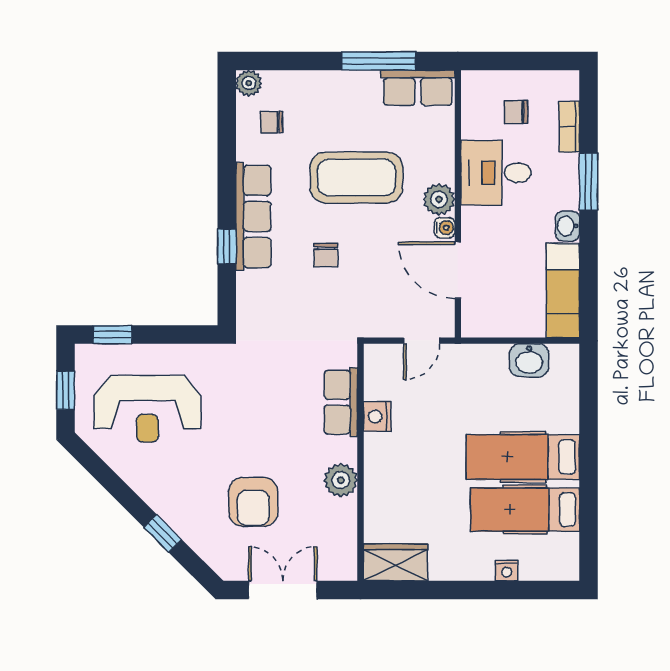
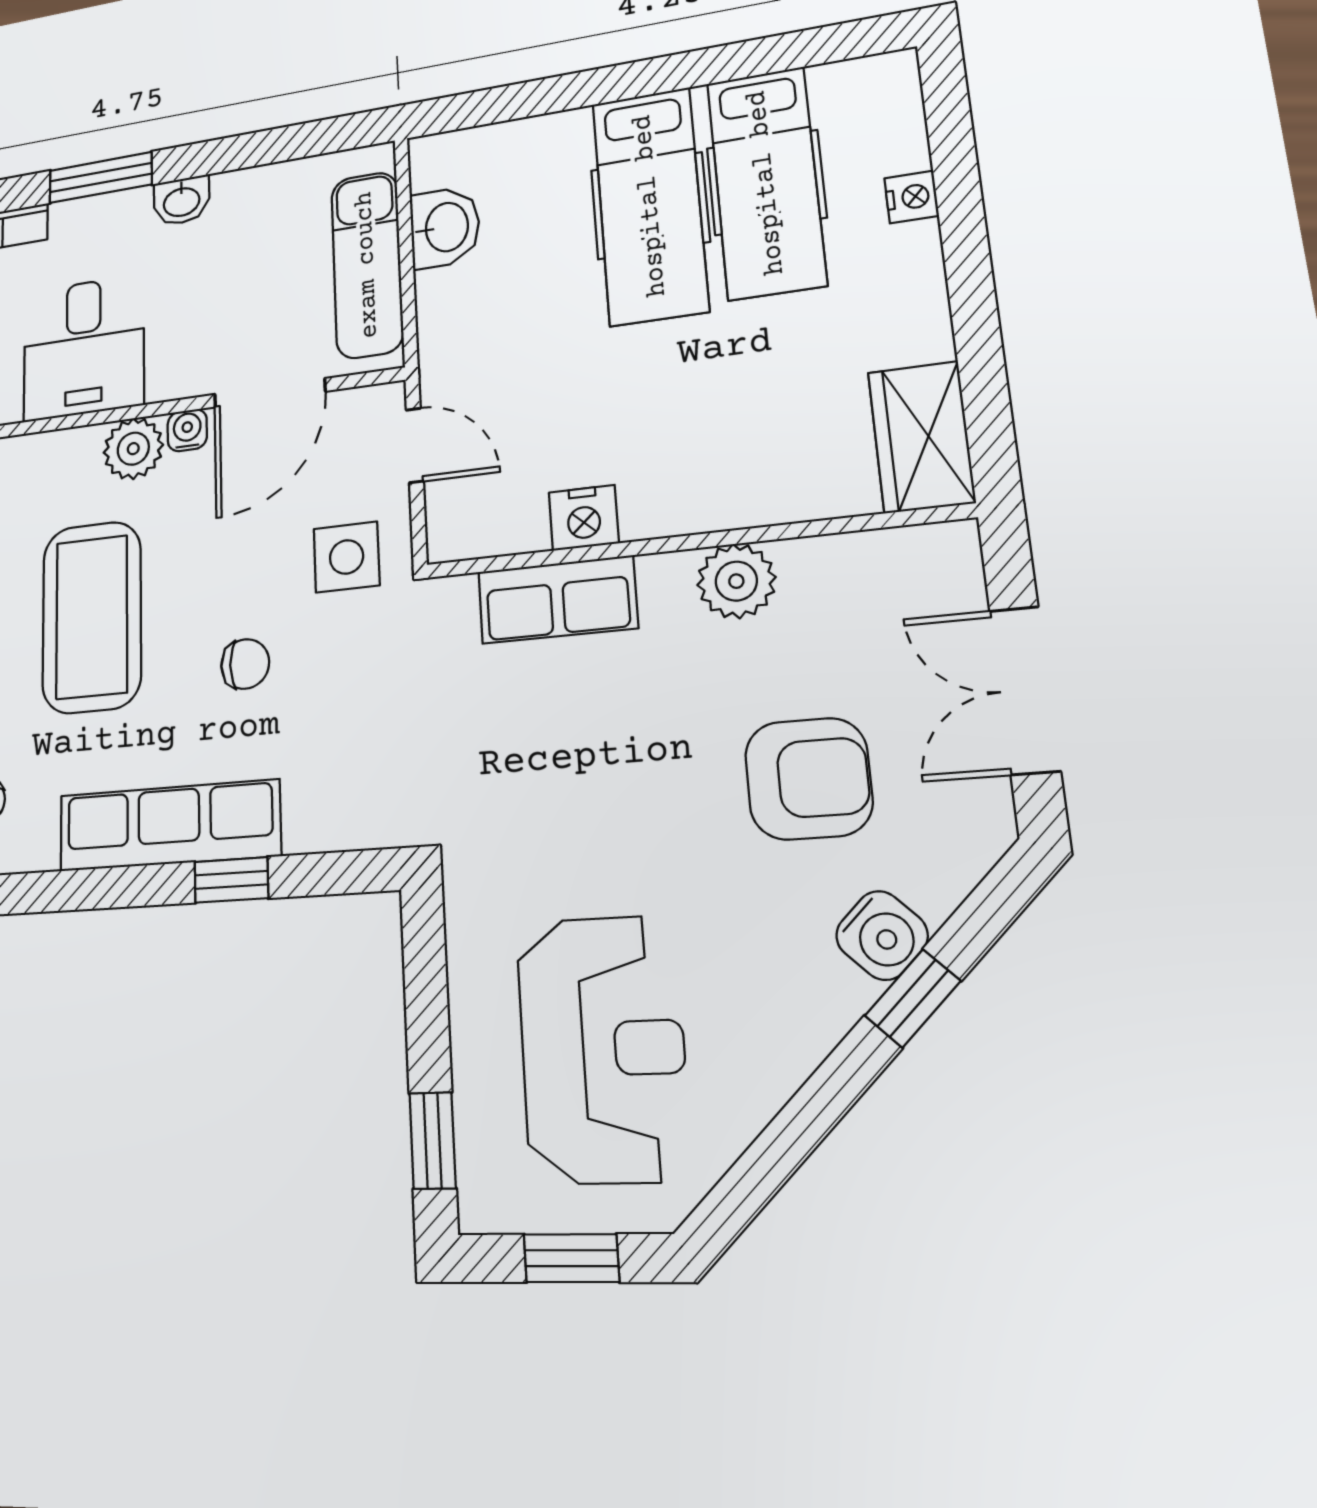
exam couch: (563, 290) -> (367, 265), moved, turned 90
side table: (372, 306) -> (347, 557), added
water cooler: (188, 524) -> (882, 935), added

